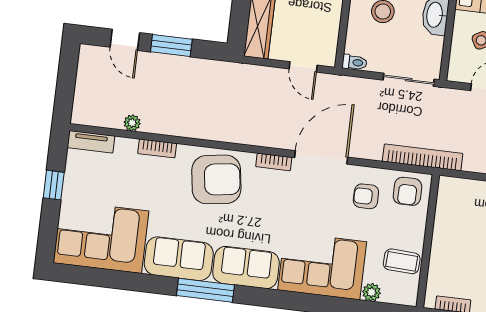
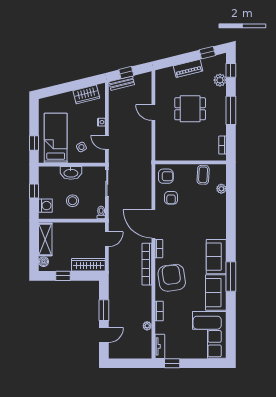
bookcase: (423, 157) -> (147, 264), moved
window: (54, 185) -> (172, 363), moved
corner sofa: (322, 266) -> (211, 216), removed

